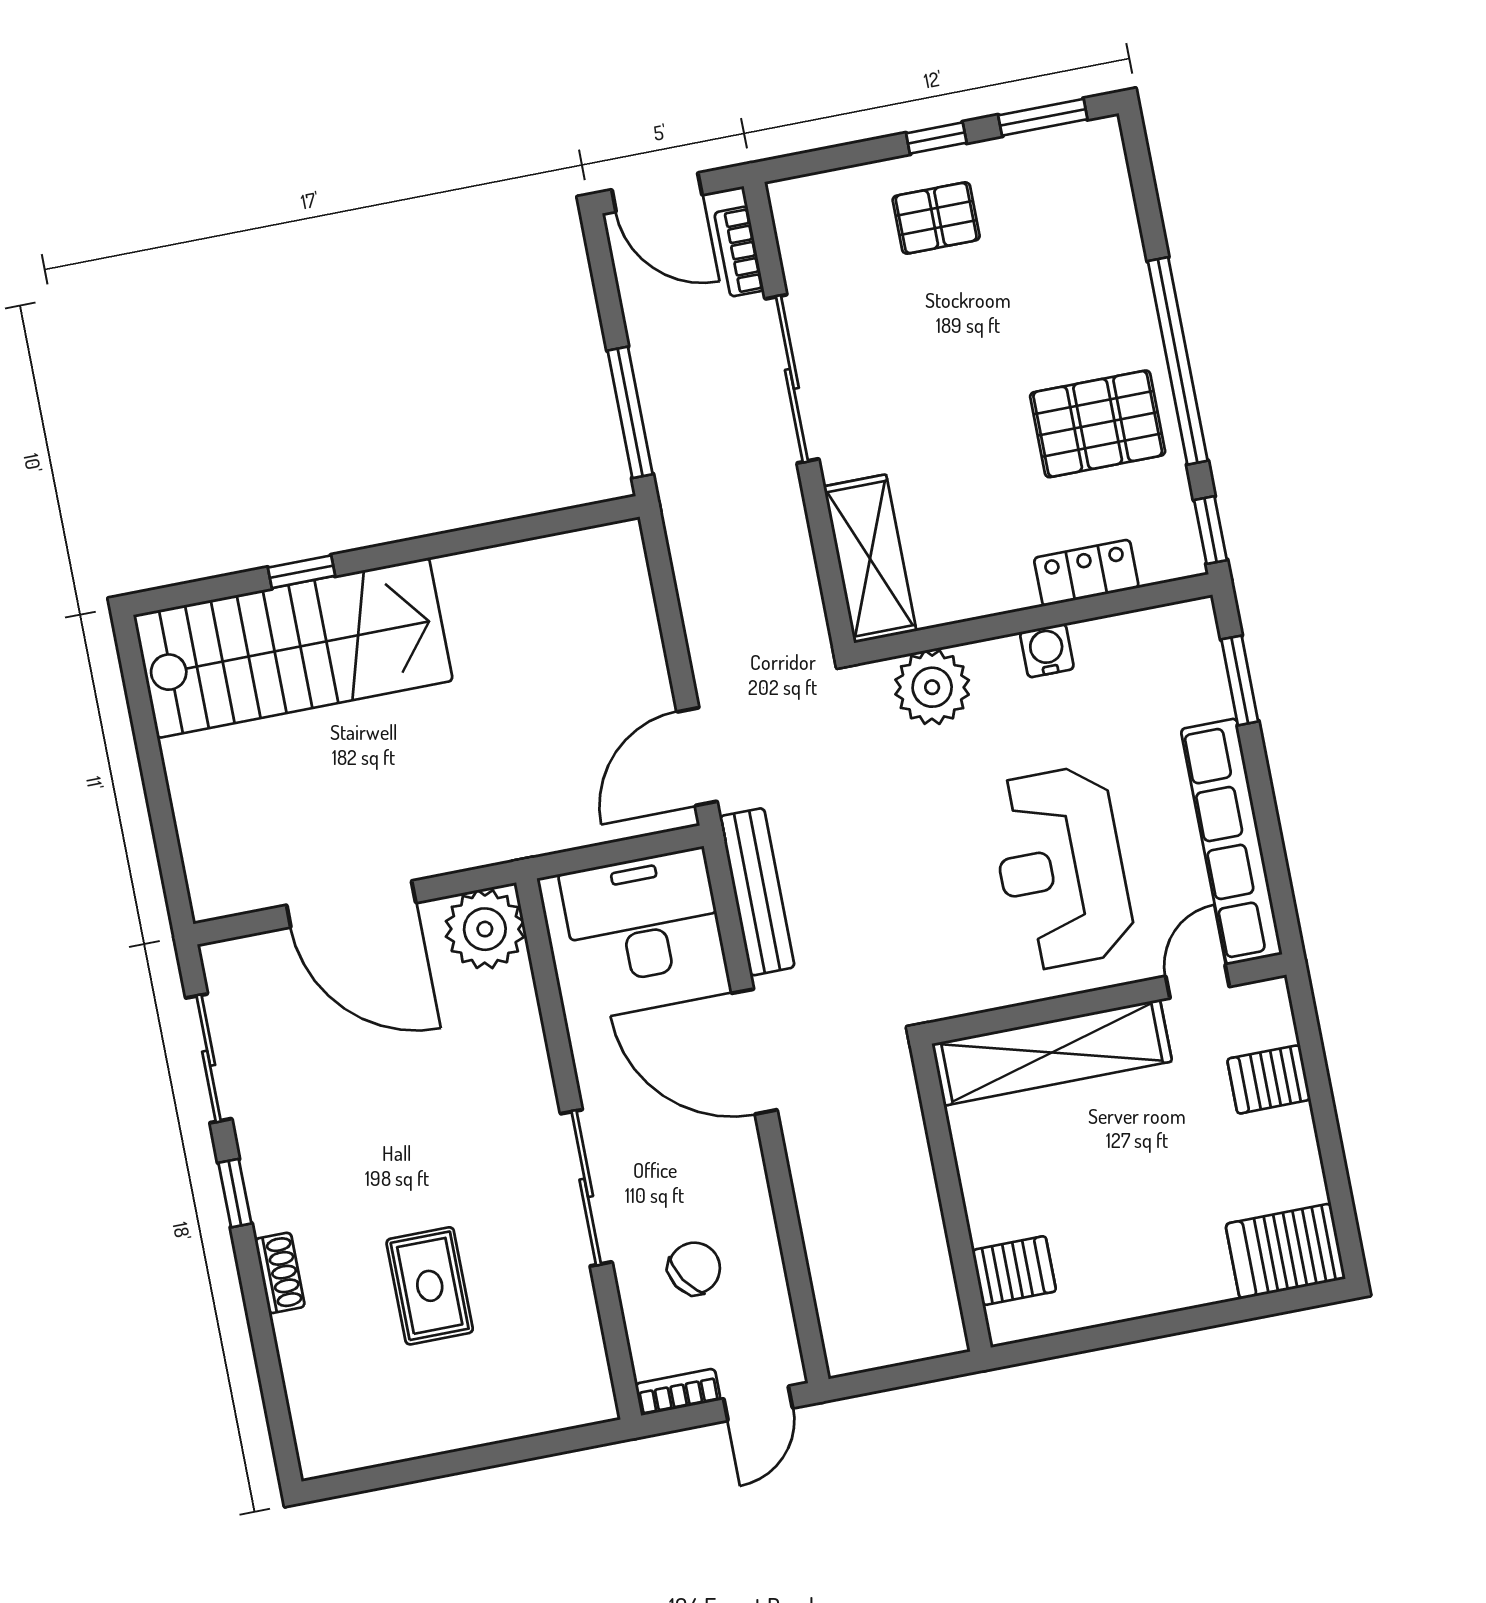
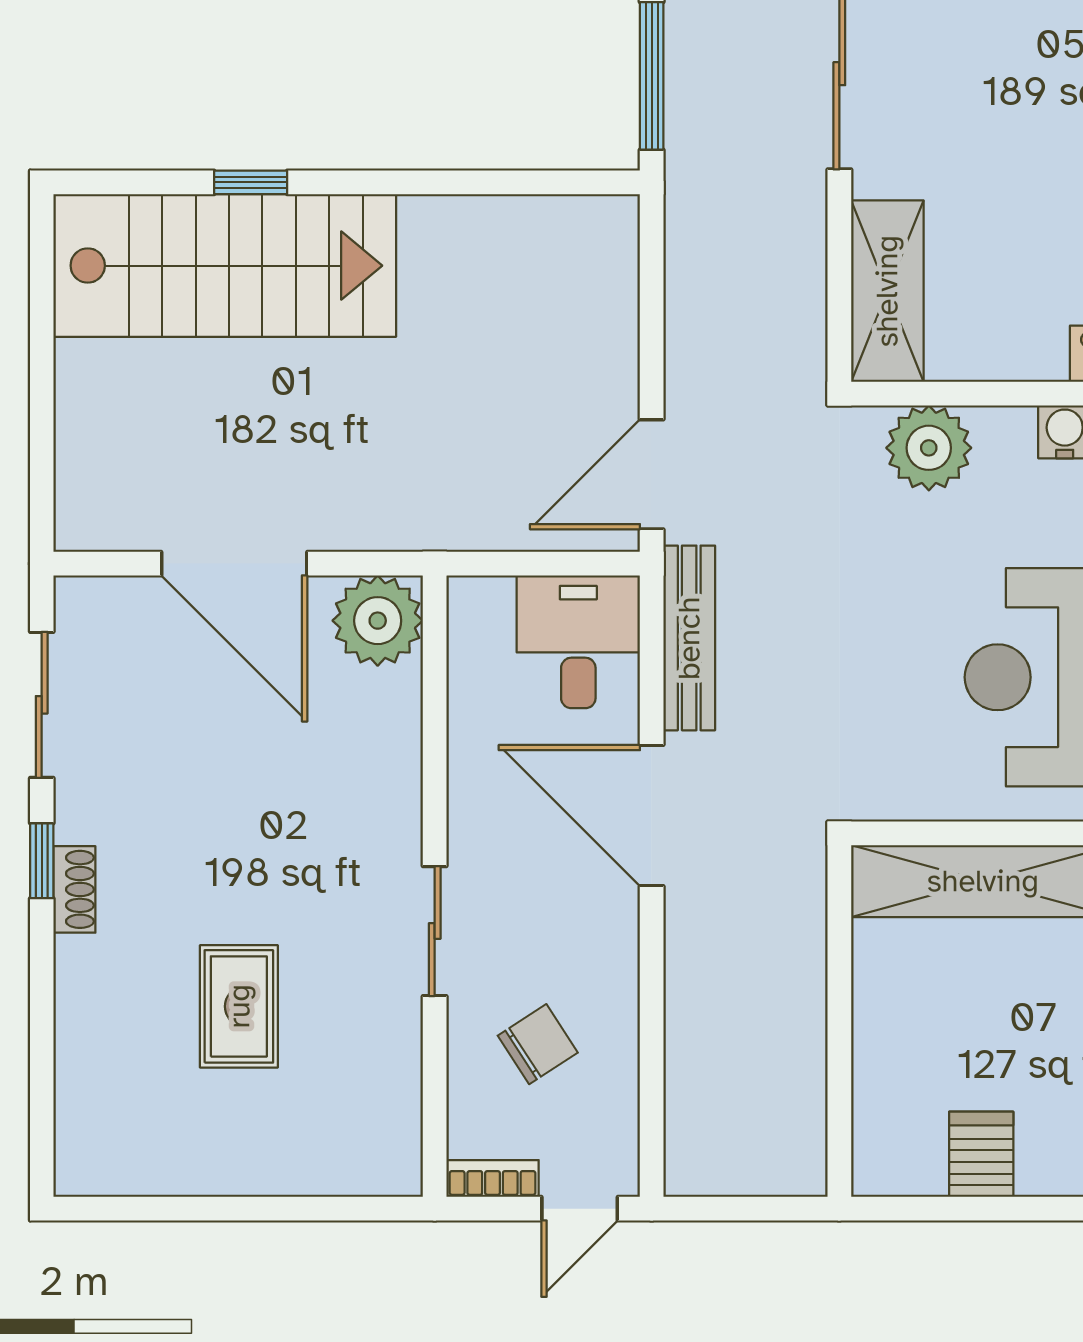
desk: (642, 918) -> (578, 642), width x0.73
sliding door: (586, 1188) -> (435, 931), width x0.73
server rack: (1014, 1271) -> (981, 1154), moved, turned -90
shoe rack: (280, 1273) -> (74, 889), moved

